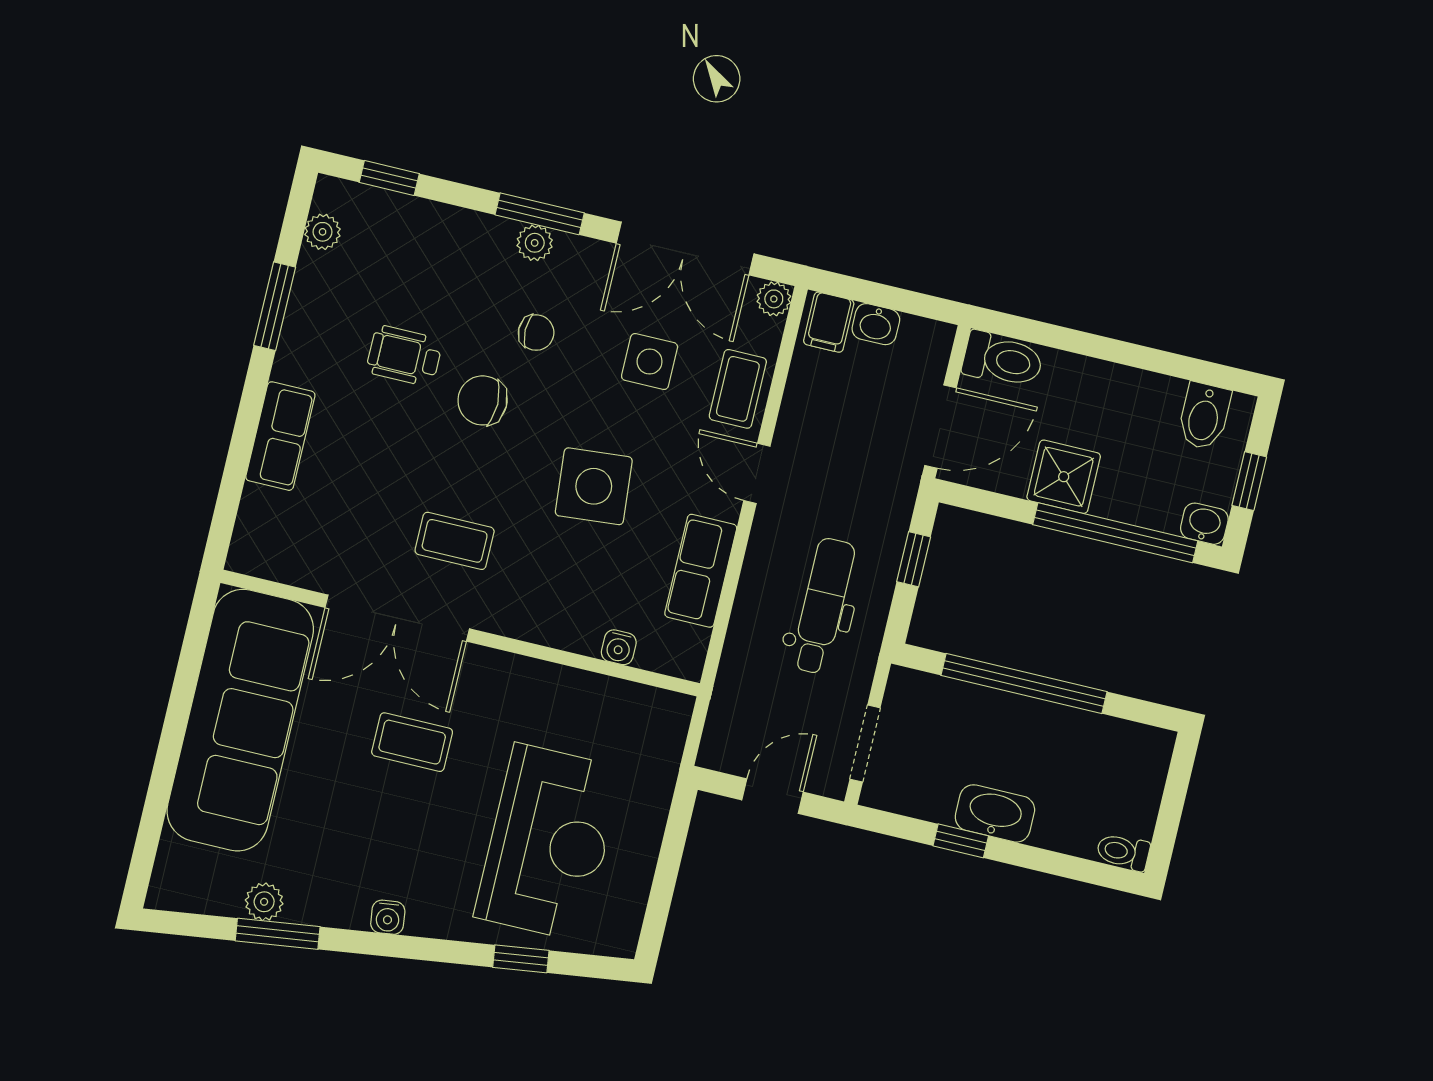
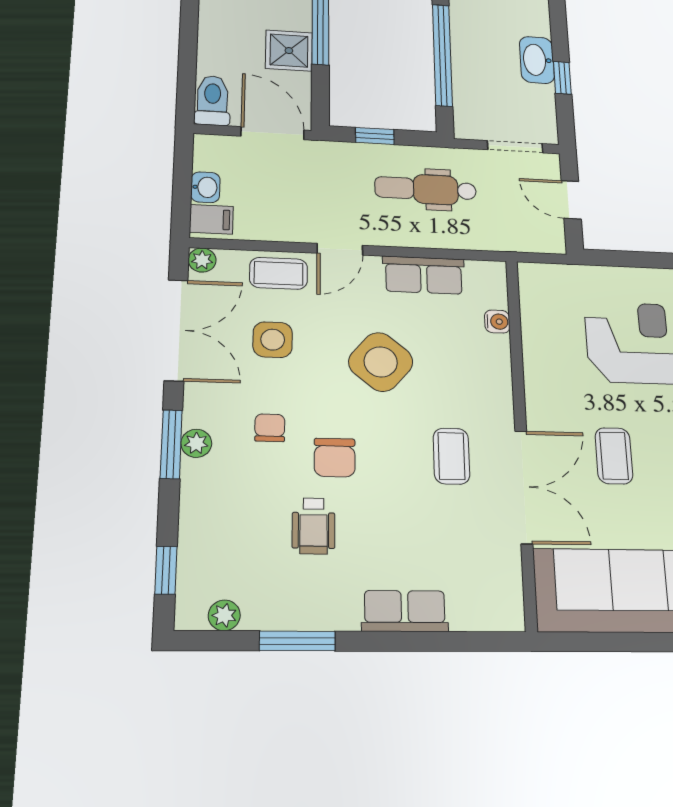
side table: (594, 486) -> (381, 362), turned 45

